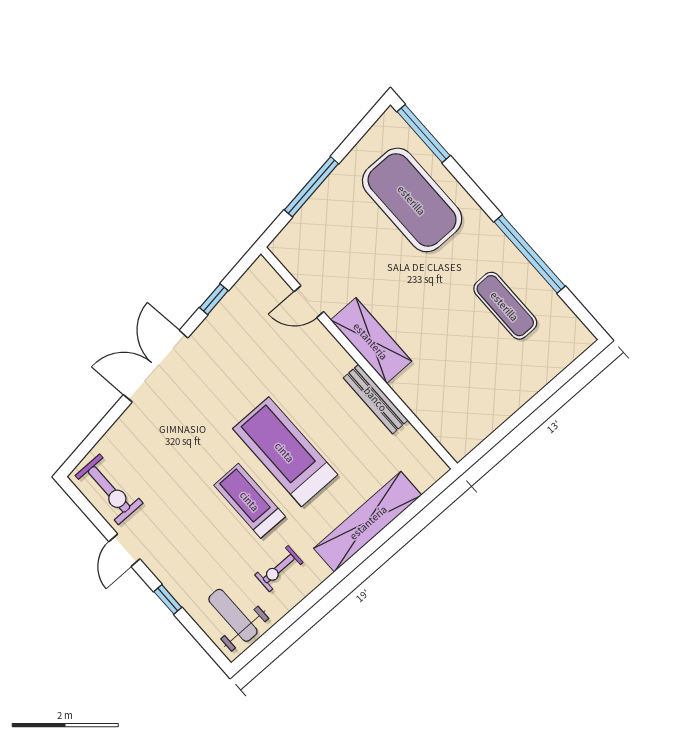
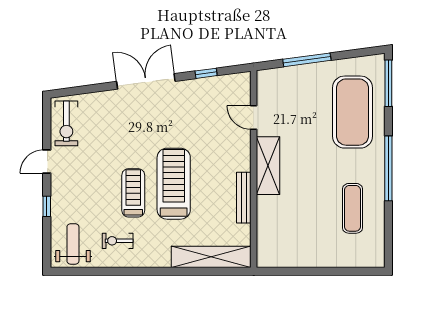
window: (530, 254) -> (388, 168), moved
shelving: (368, 522) -> (211, 257), moved

